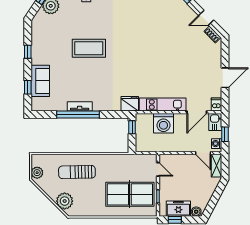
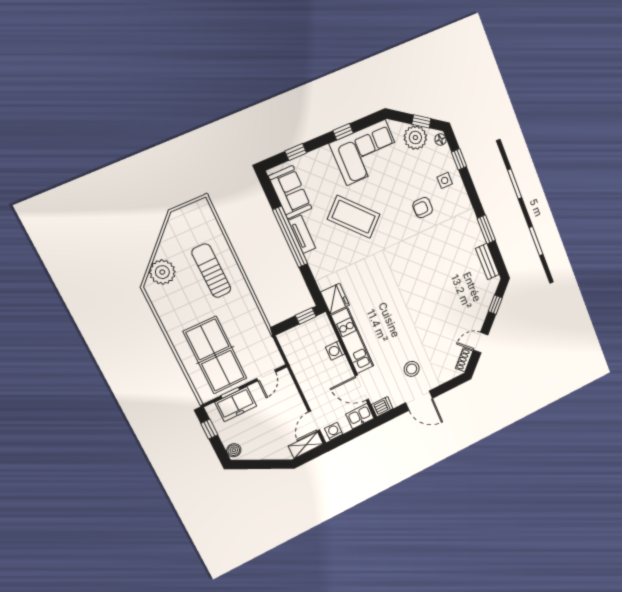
door: (206, 18) -> (481, 343), hinge flipped
armchair: (97, 20) -> (423, 208), added
corner sofa: (47, 43) -> (366, 152), added
coffee table: (89, 48) -> (354, 217), moved, turned -43
stool: (201, 73) -> (412, 369), added
sofa: (40, 81) -> (290, 192), moved, turned -90
washing machine: (163, 123) -> (335, 351), width x0.53, depth x0.53
window: (225, 134) -> (350, 436), removed
plant: (37, 173) -> (184, 216), removed
freezer: (178, 209) -> (236, 404), moved, turned 90

